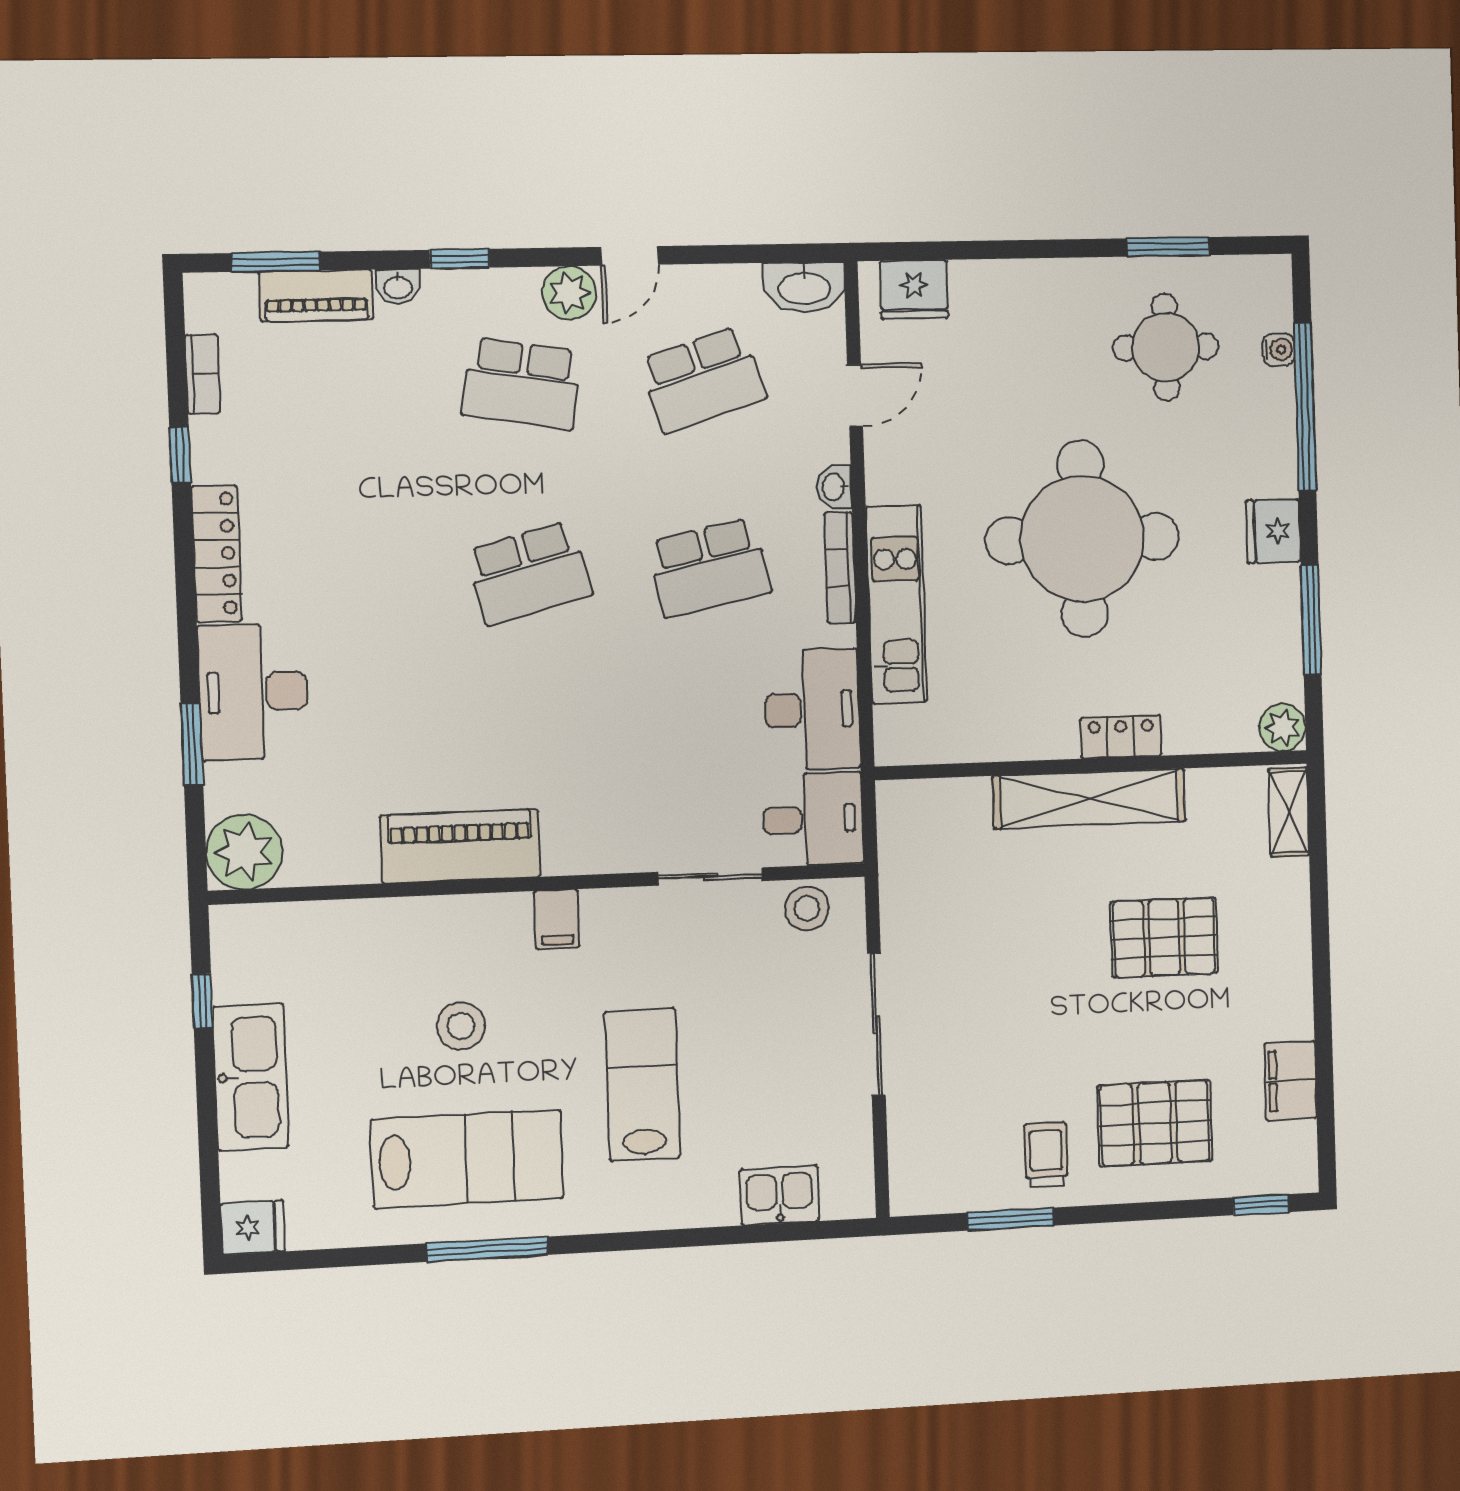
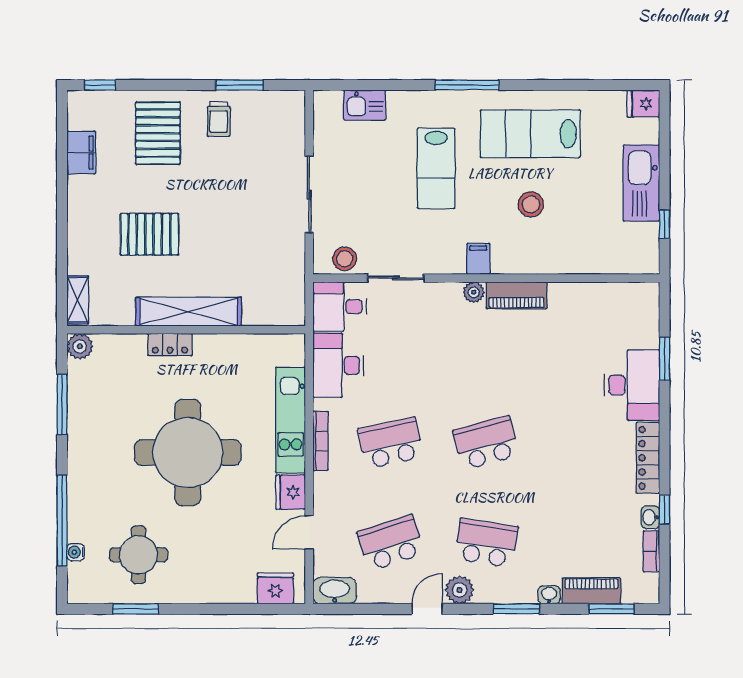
window: (460, 259) -> (516, 609), width x1.50
washbasin: (834, 487) -> (650, 517), moved, turned 180
fridge: (1273, 531) -> (291, 492), moved, turned 180
piano: (460, 846) -> (517, 295), width x0.73, depth x0.75
plant: (244, 852) -> (474, 292), moved, width x0.53, depth x0.53
pallet: (1155, 1123) -> (158, 133), turned 90
window: (487, 1249) -> (467, 85), moved

